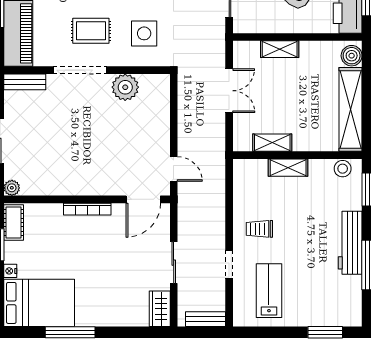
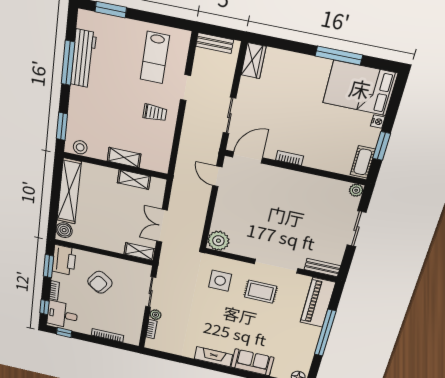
shelving: (280, 49) -> (140, 251), moved
plant: (125, 87) -> (218, 241), moved
bookcase: (87, 209) -> (289, 158), width x0.64
workbench: (350, 243) -> (83, 59), moved
sliding door: (174, 263) -> (229, 116), moved

